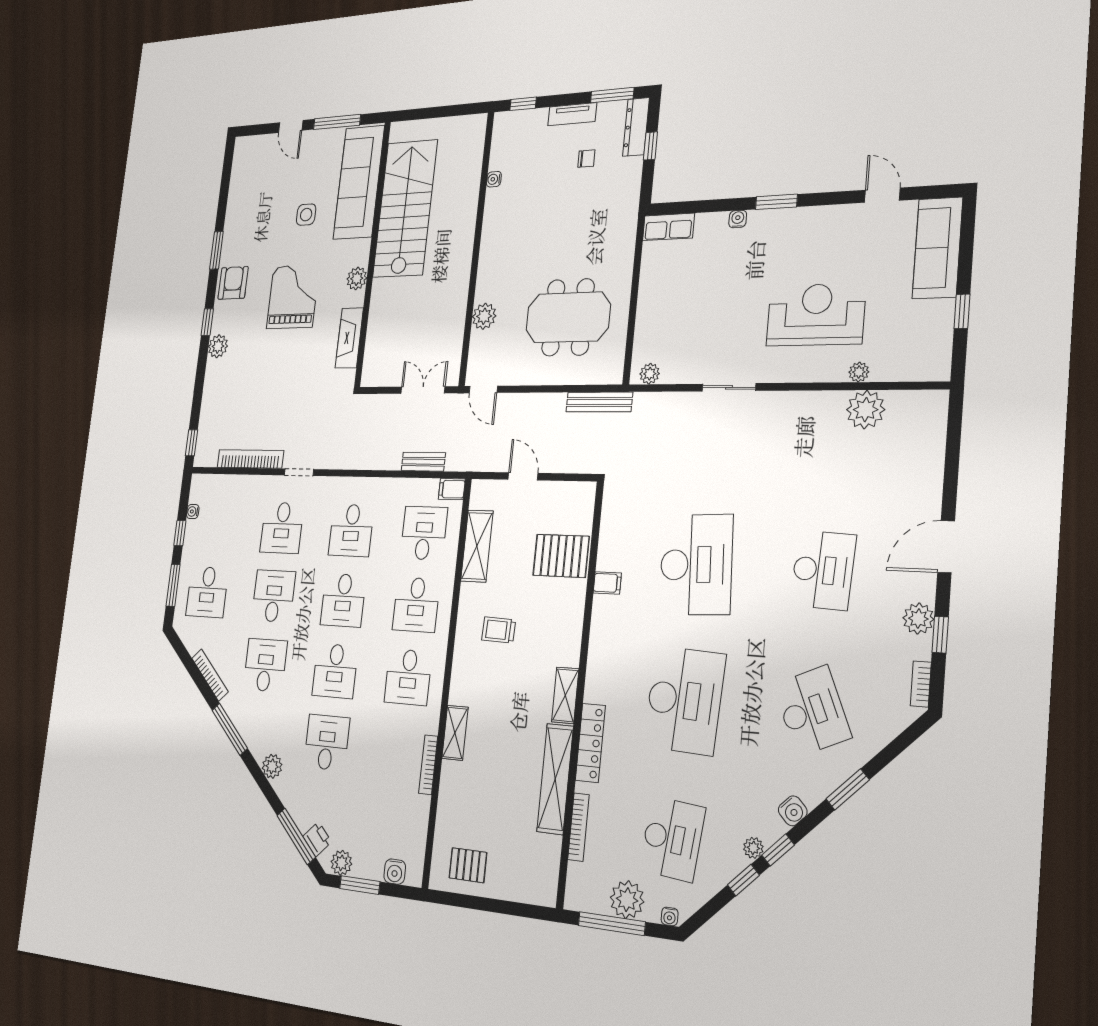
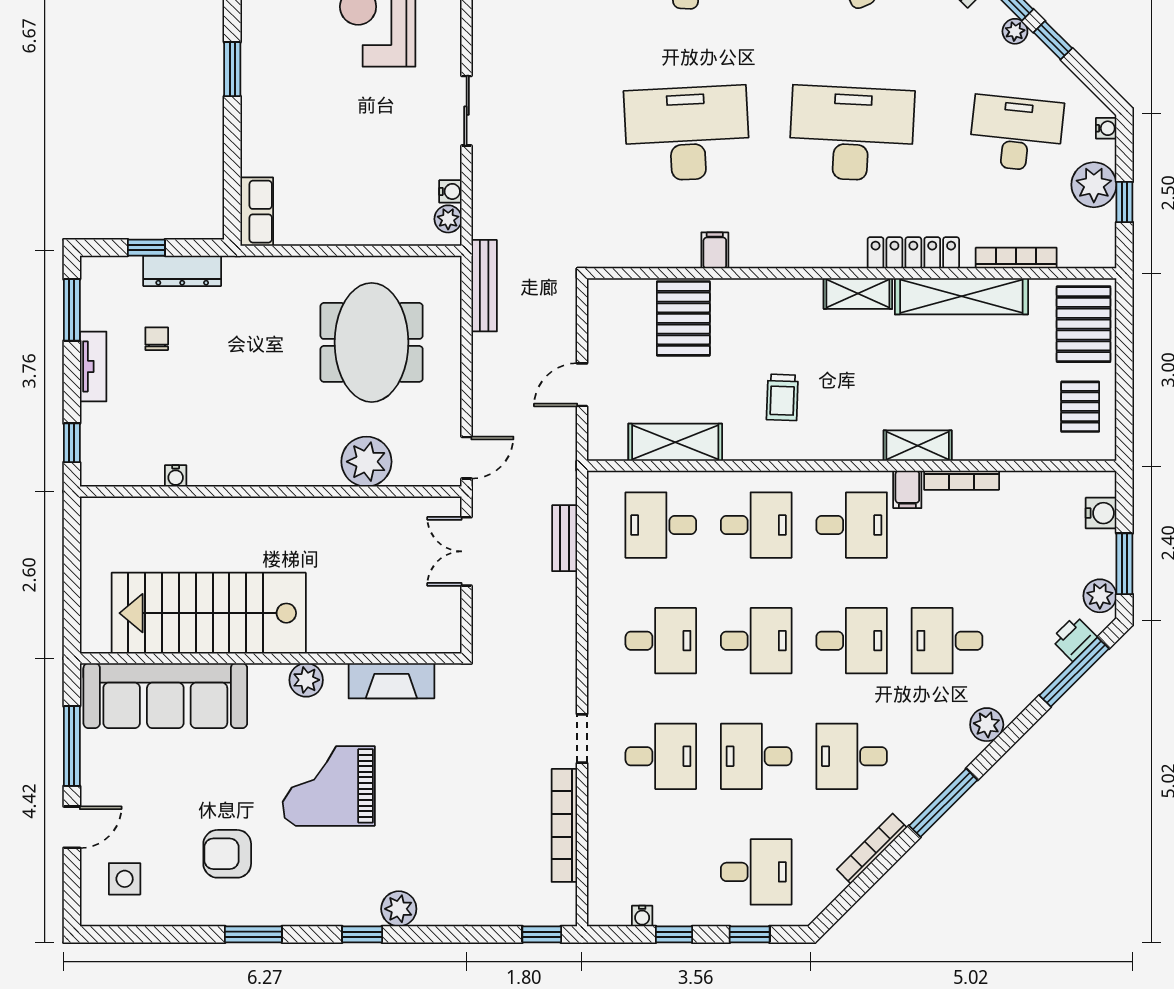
dresser: (636, 127) -> (182, 271), moved
side table: (306, 215) -> (125, 879), moved
water cooler: (738, 219) -> (450, 191), moved, turned 180
armchair: (233, 283) -> (227, 854), moved
plant: (484, 316) -> (366, 462), width x1.36, depth x1.36
filing cabinet: (452, 489) -> (907, 489), moved
window: (173, 585) -> (750, 934), width x0.67
pallet: (525, 876) -> (1084, 324), added
window: (612, 924) -> (1124, 202), width x0.46

